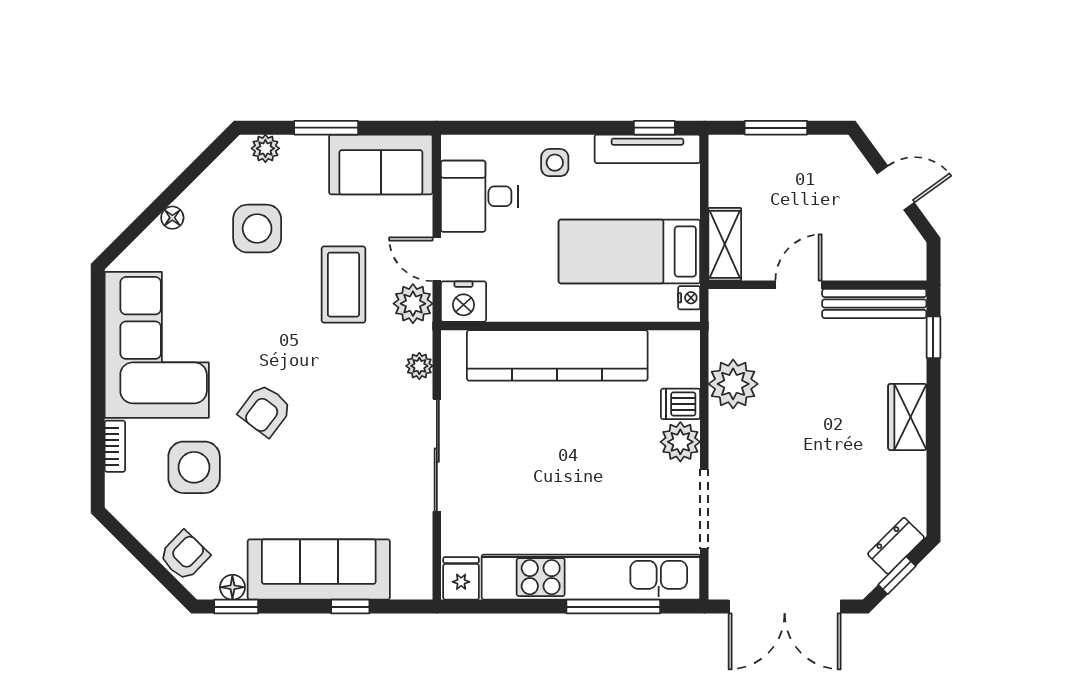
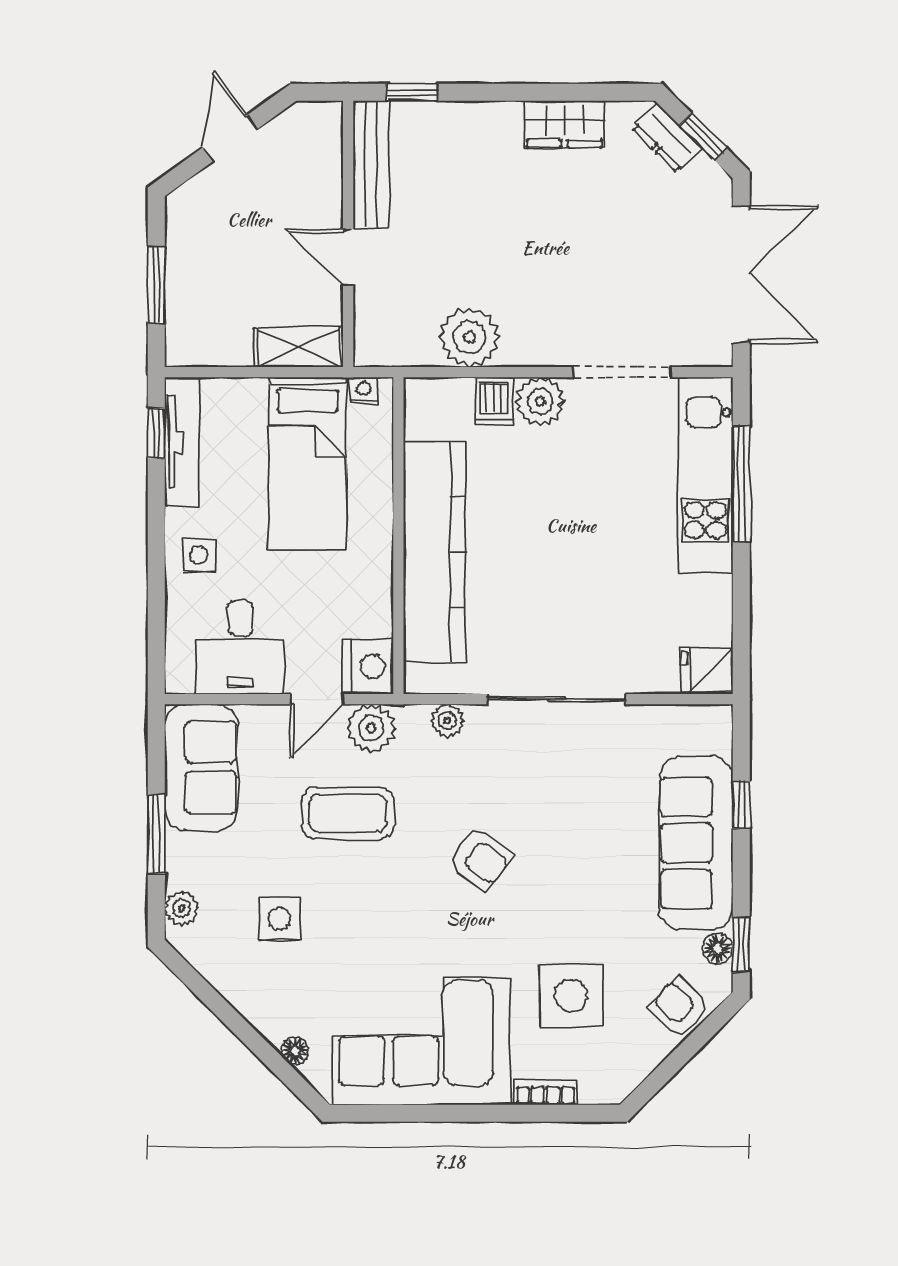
floor lamp: (172, 218) -> (295, 1051), moved
side table: (257, 229) -> (279, 919), width x0.73, depth x0.73
armchair: (265, 410) -> (480, 858), moved
wardrobe: (907, 417) -> (564, 124), moved
kitchen unit: (591, 577) -> (705, 475), width x0.73

